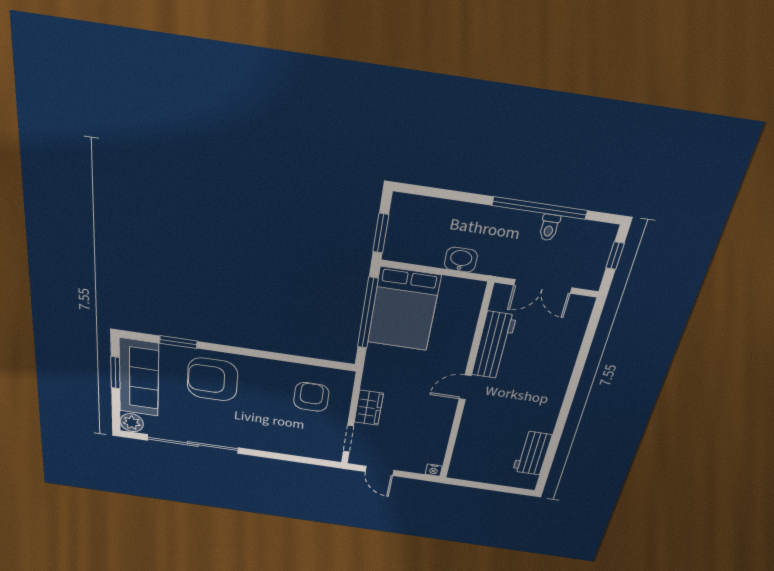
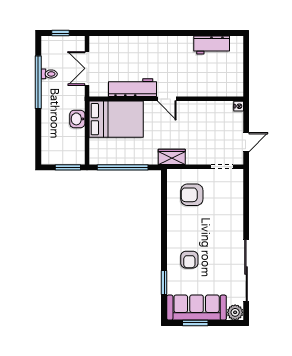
double door: (543, 286) -> (87, 68), swing flipped
bed: (404, 309) -> (116, 119), moved
armchair: (212, 379) -> (189, 260), width x0.53, depth x0.53
wardrobe: (369, 408) -> (172, 157), moved

